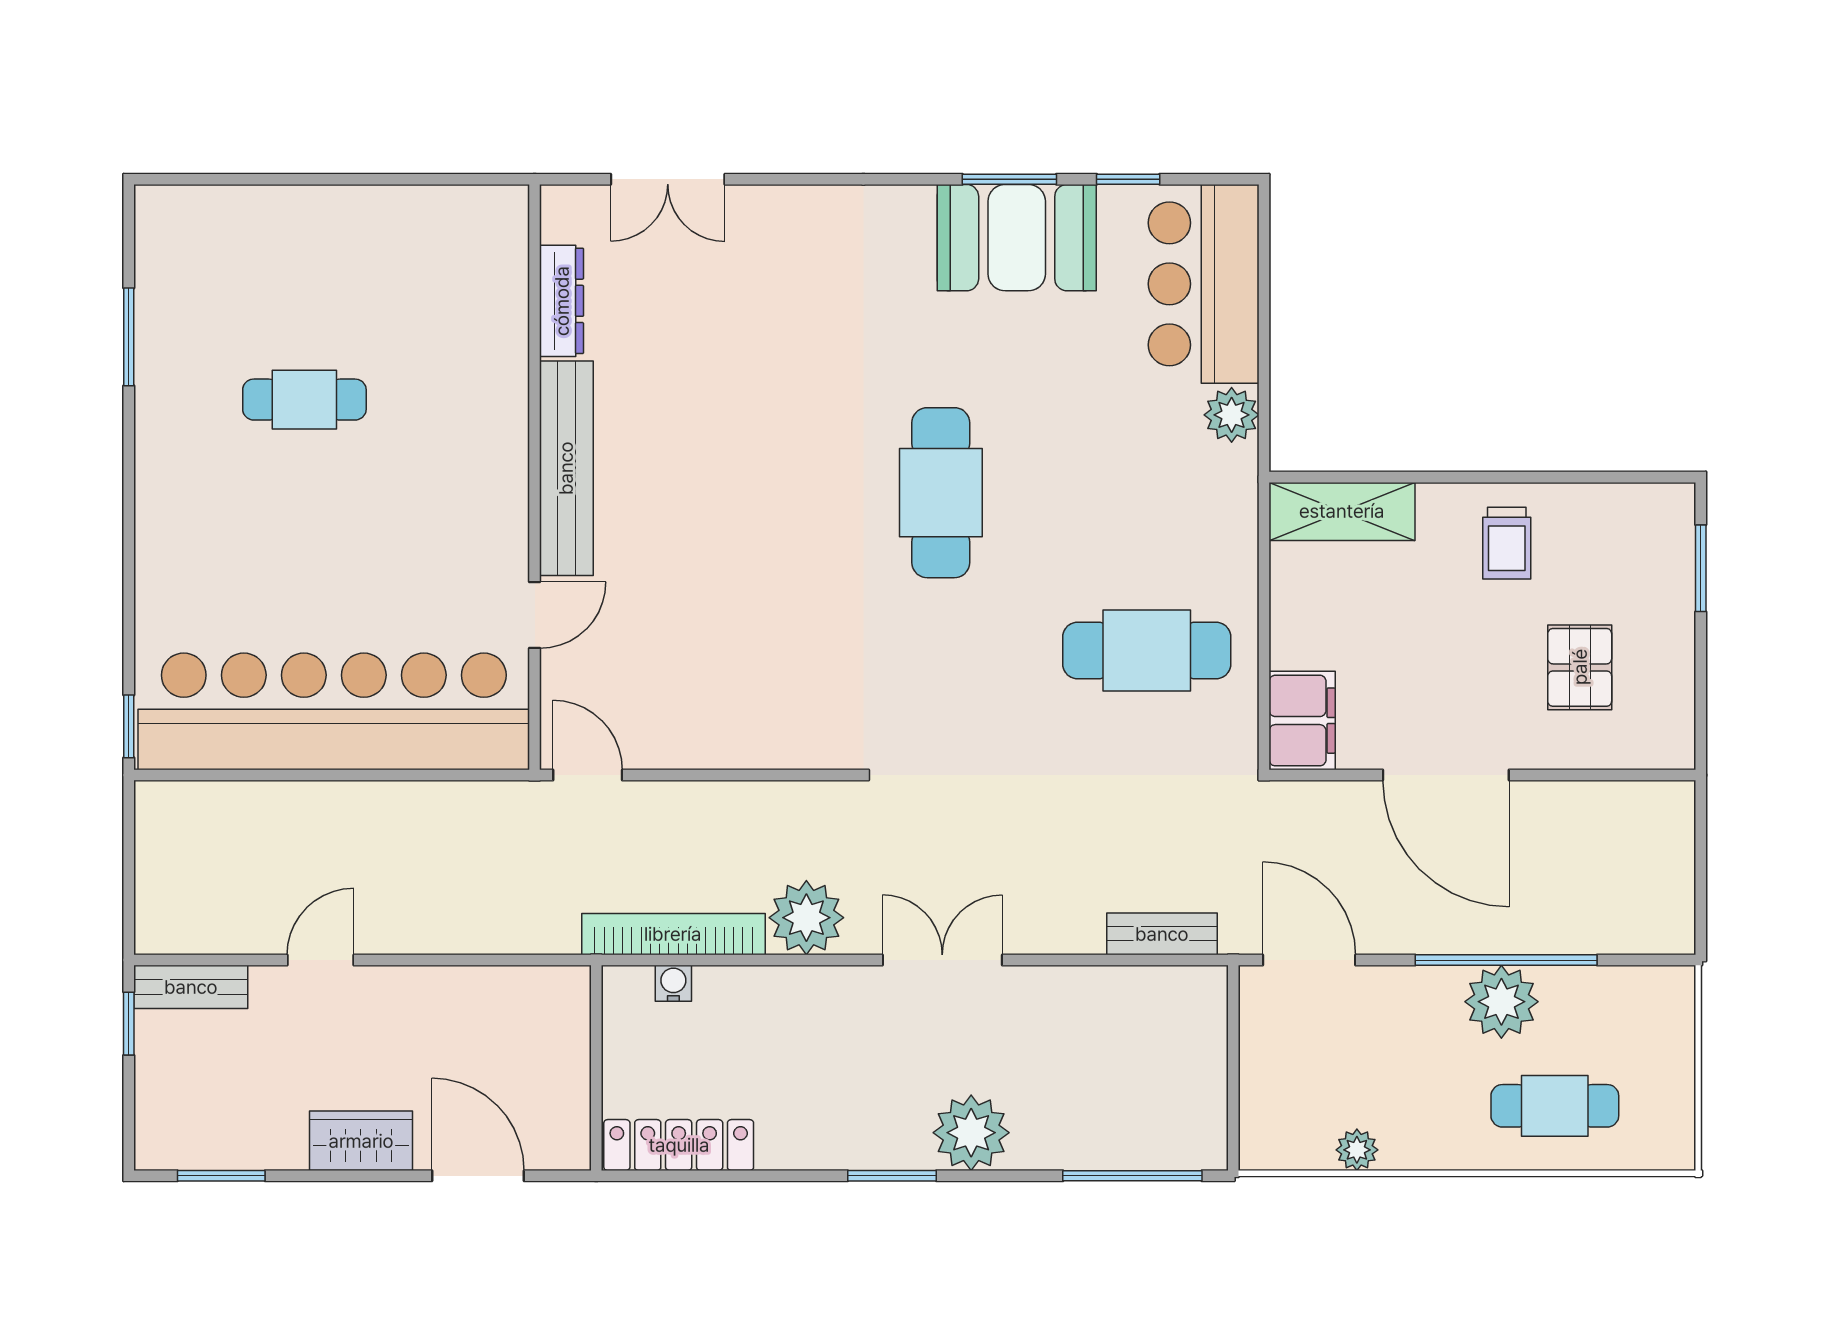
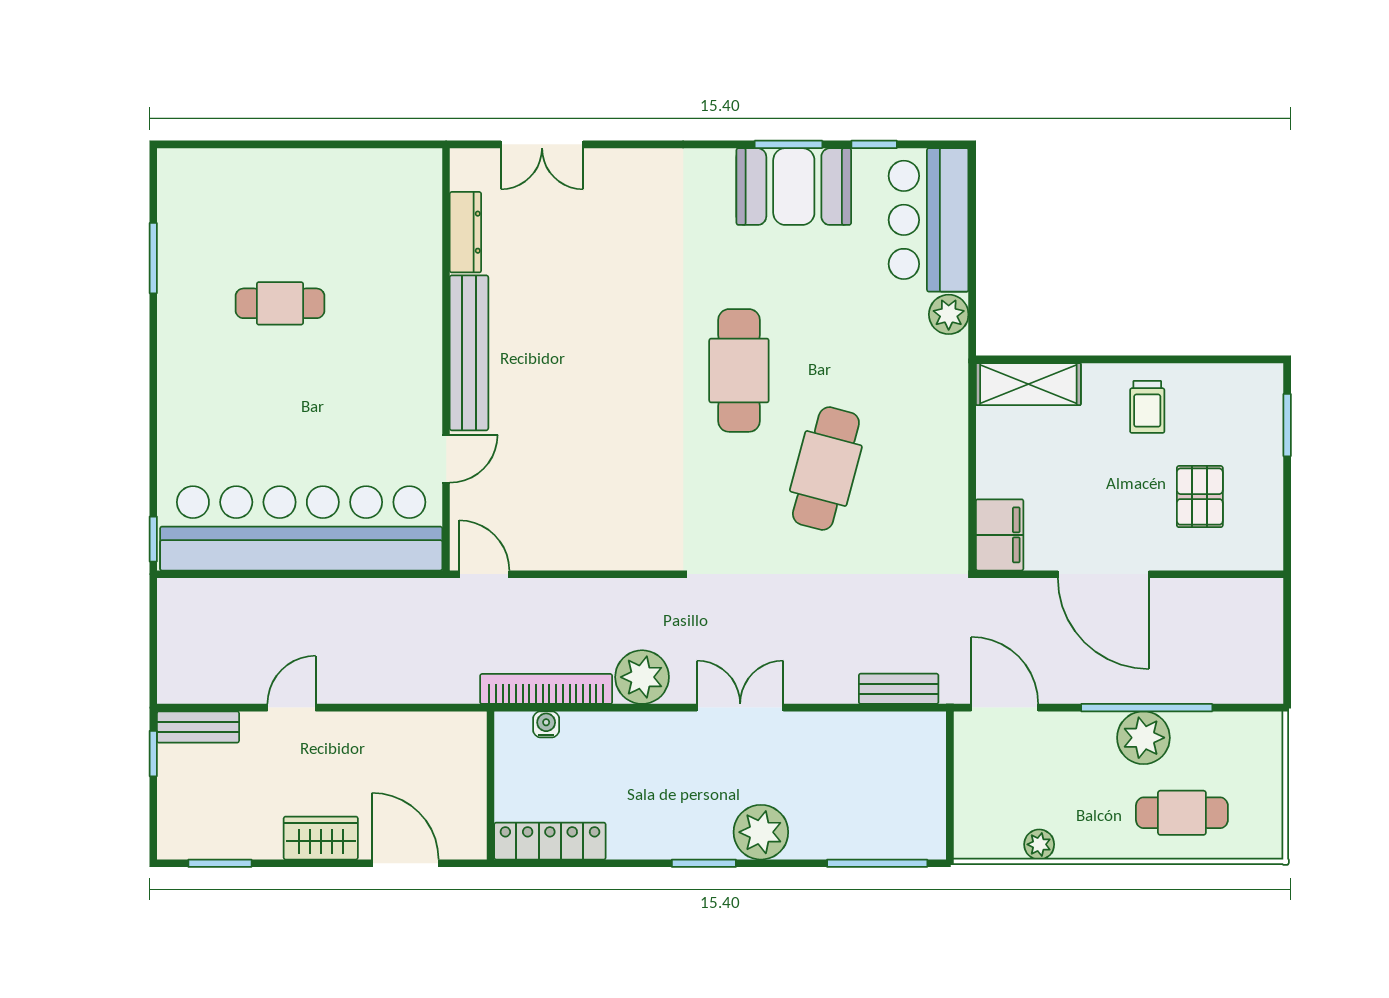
cafe table: (1147, 650) -> (826, 469), moved, turned -75

